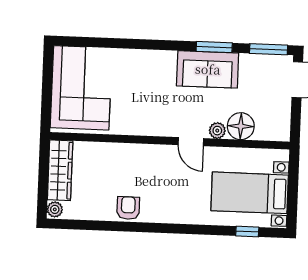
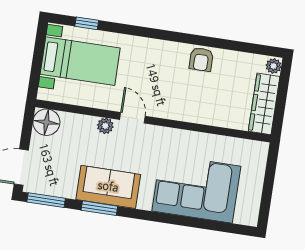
corner sofa: (81, 88) -> (196, 189), moved, turned 90
floor lamp: (241, 126) -> (46, 122), moved

